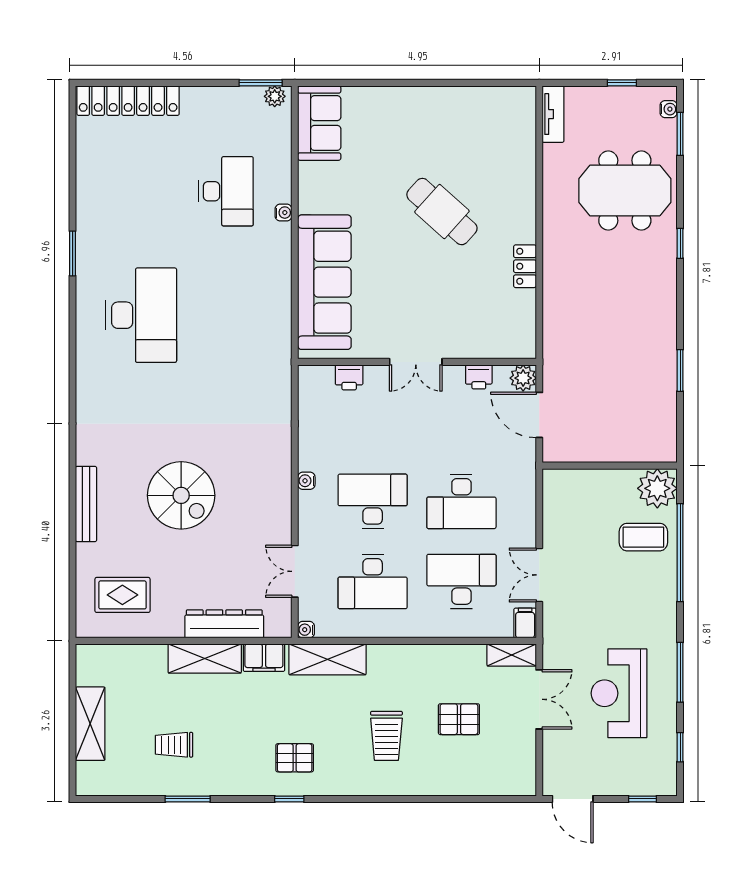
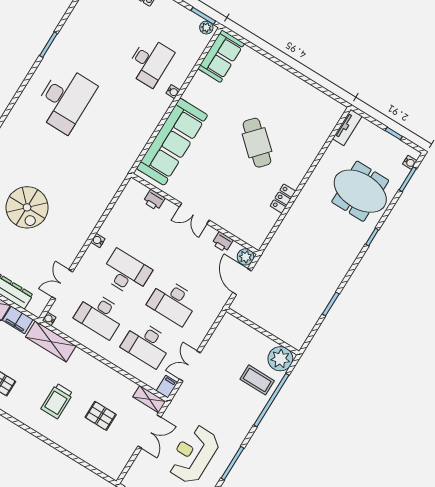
desk: (461, 581) -> (147, 344), turned 180

